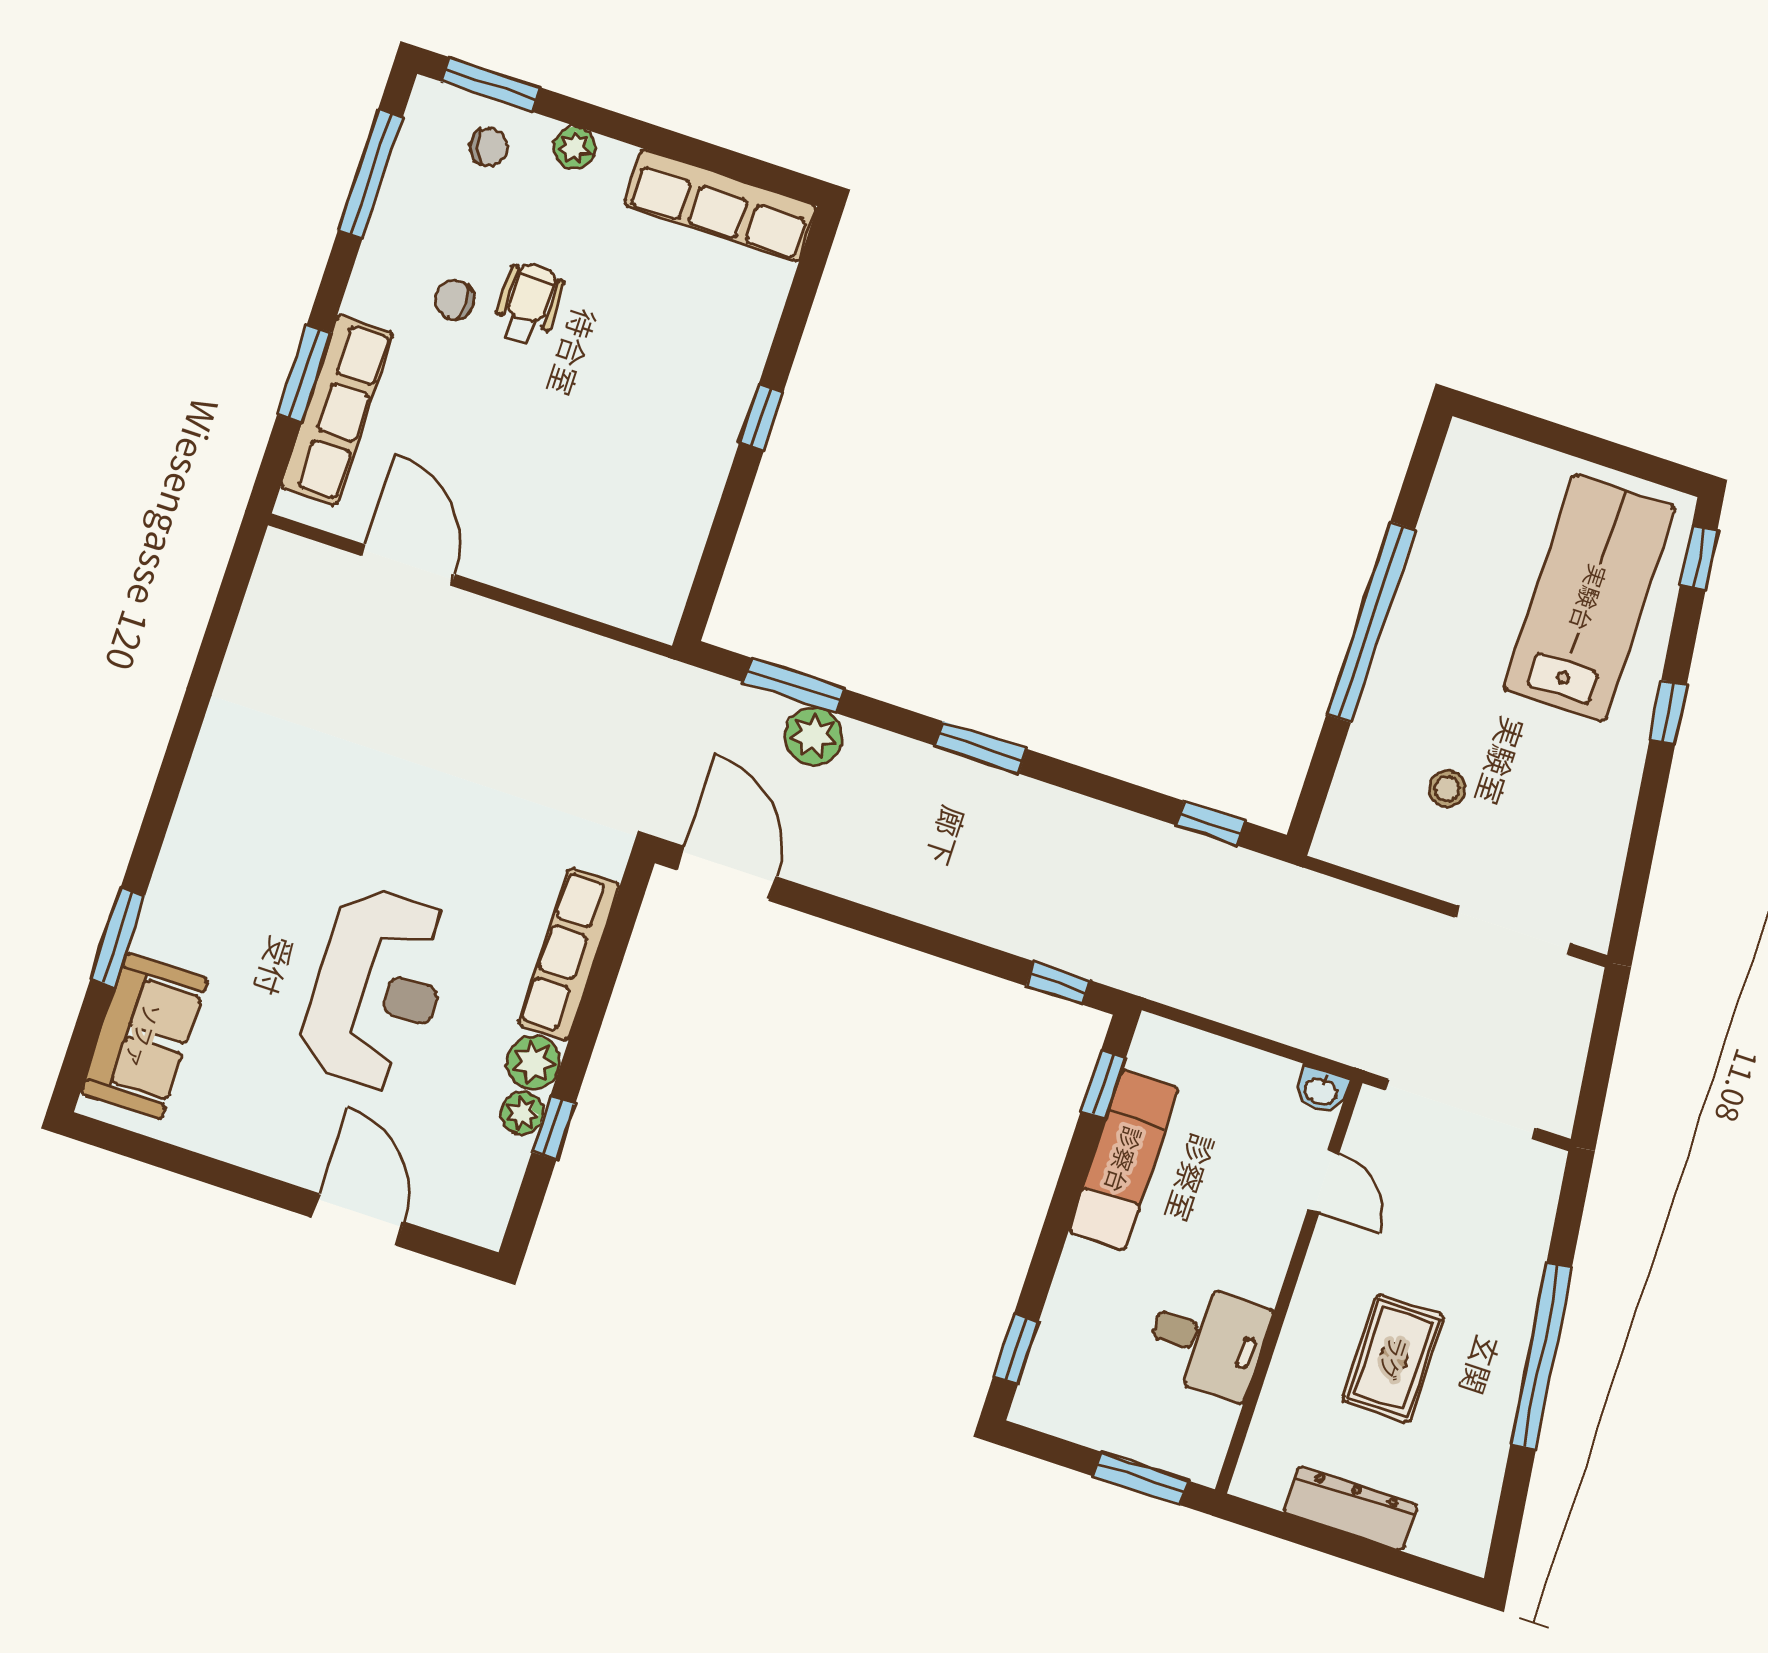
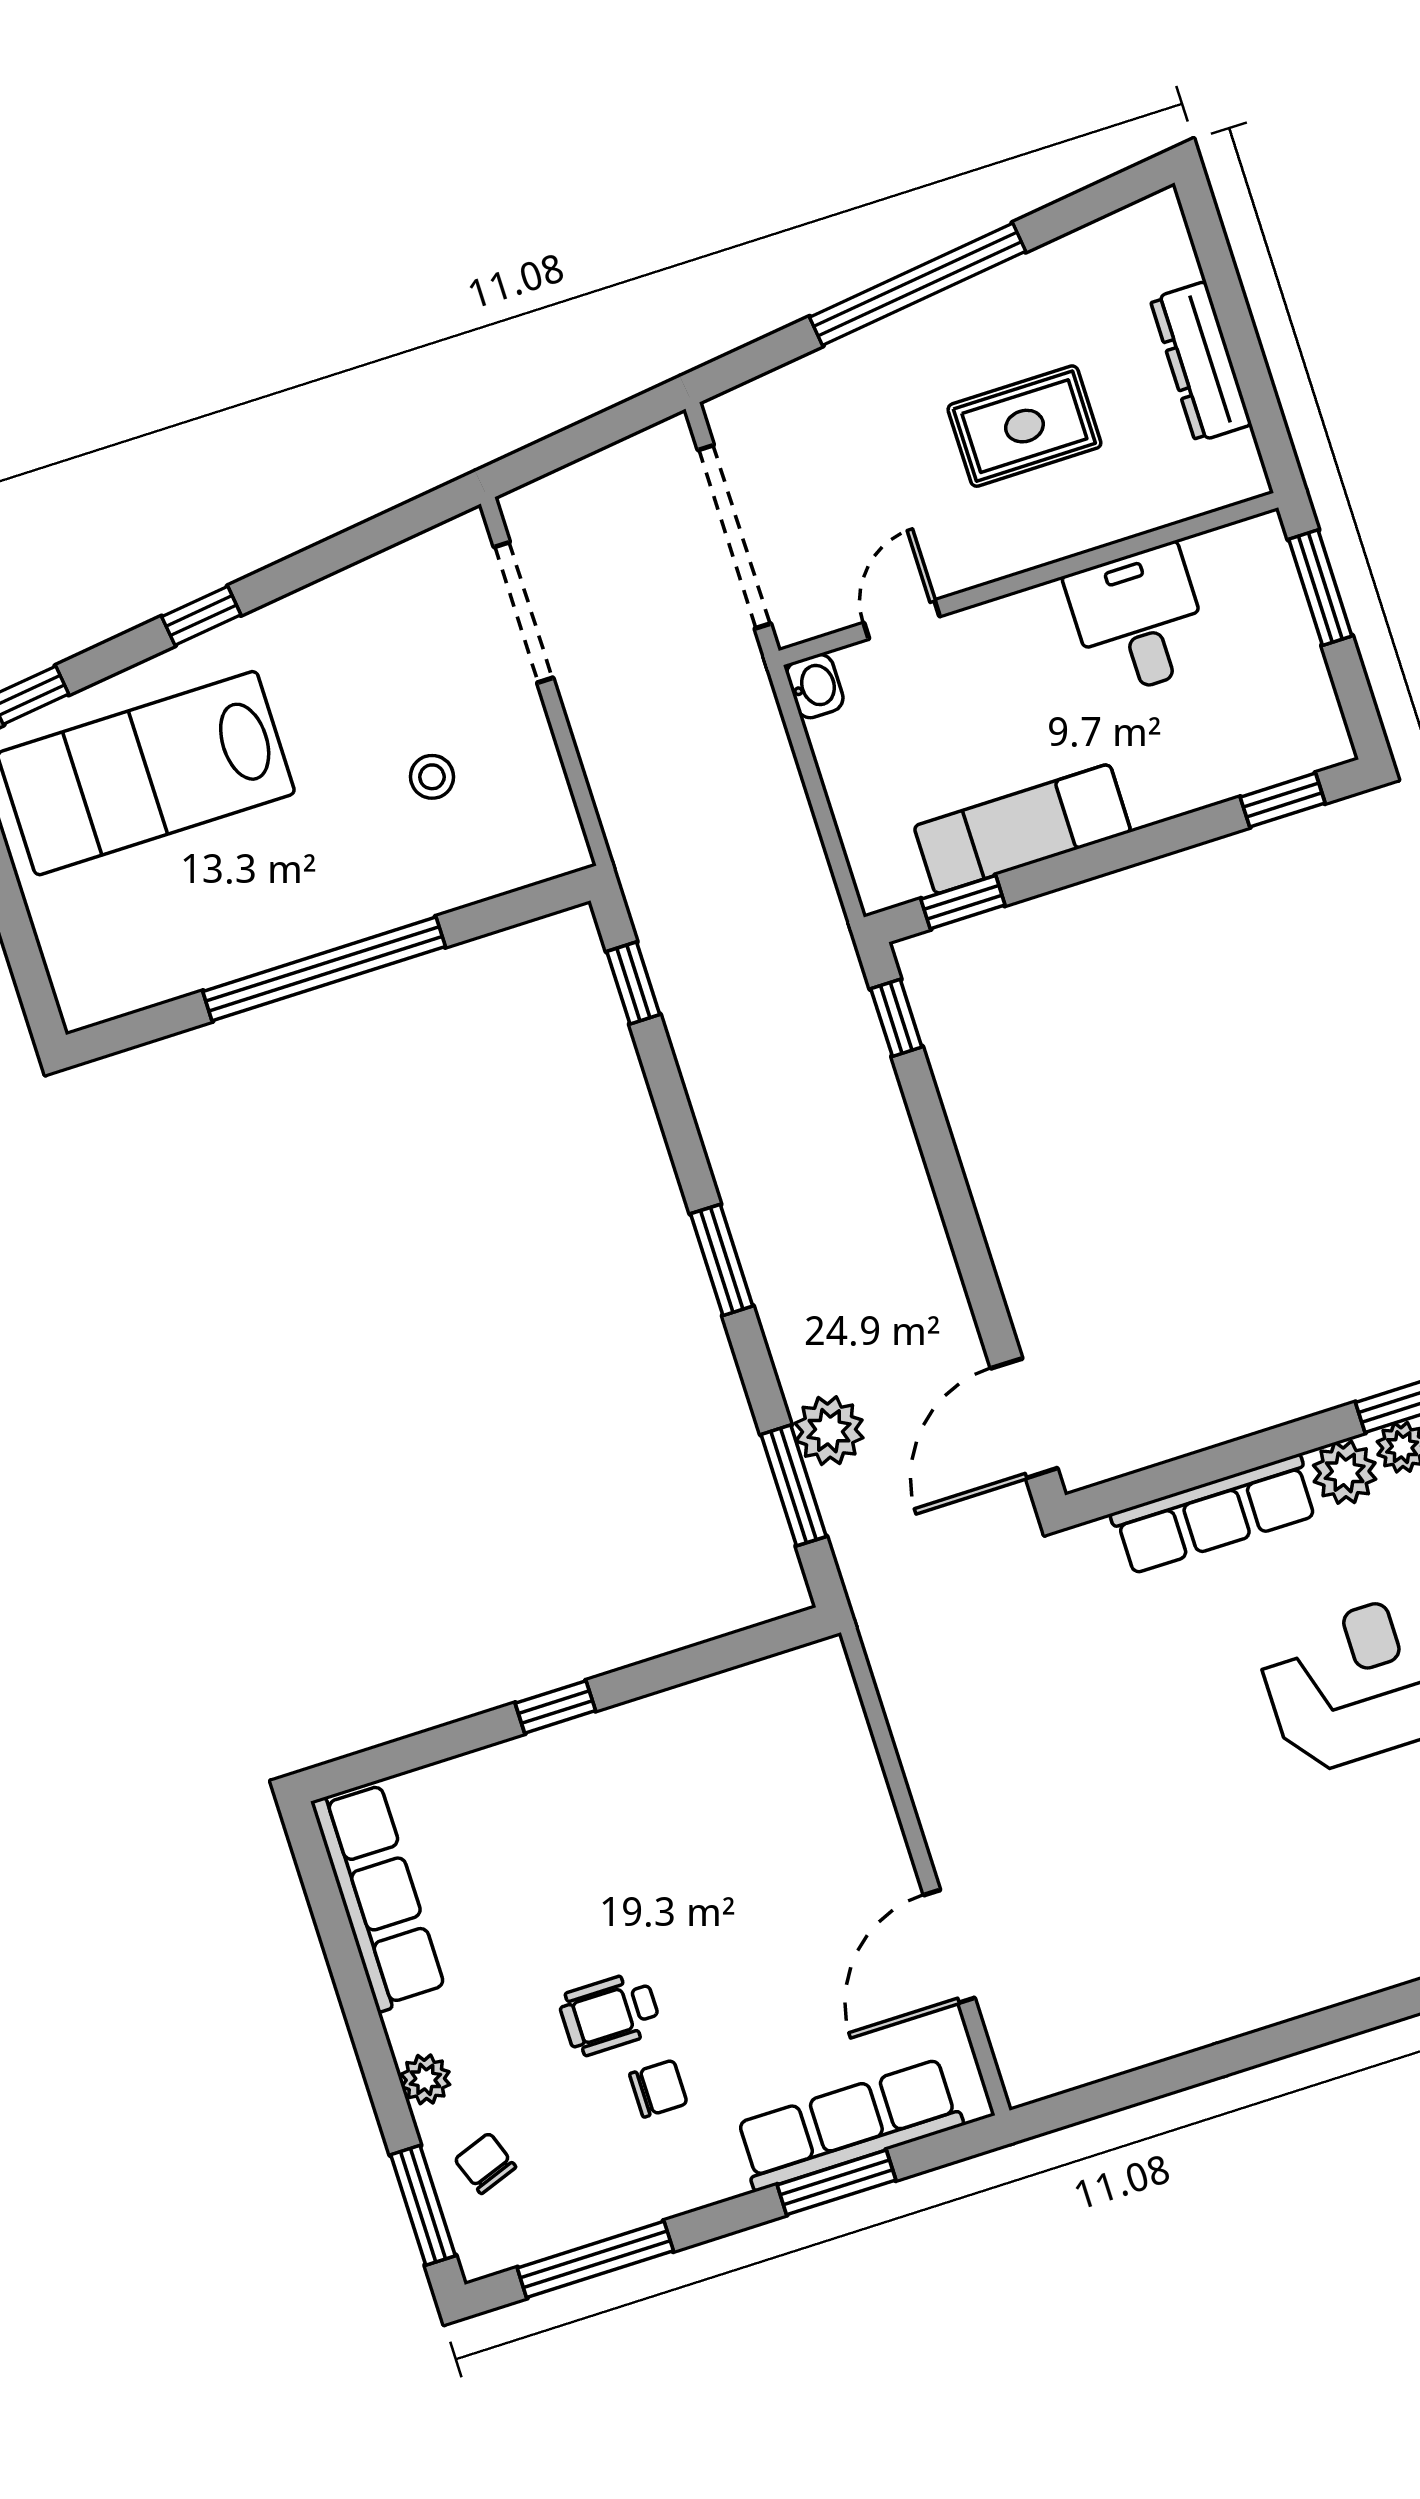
chair: (454, 300) -> (658, 2089), turned -90

